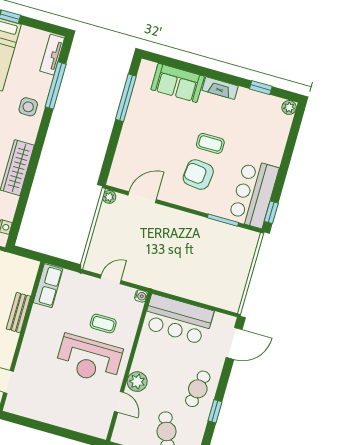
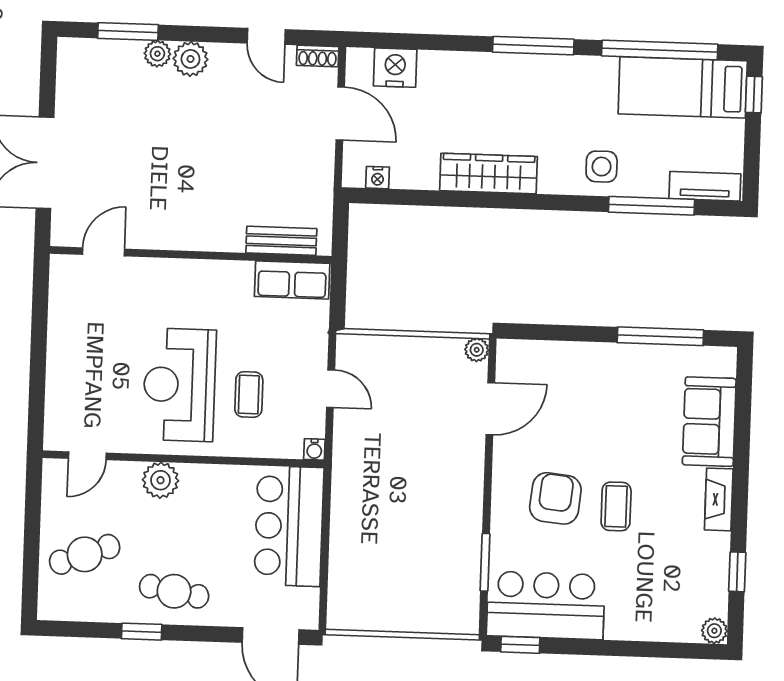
door: (142, 197) -> (490, 409), hinge flipped
bench: (18, 313) -> (281, 241), moved
door: (119, 402) -> (87, 456), moved

